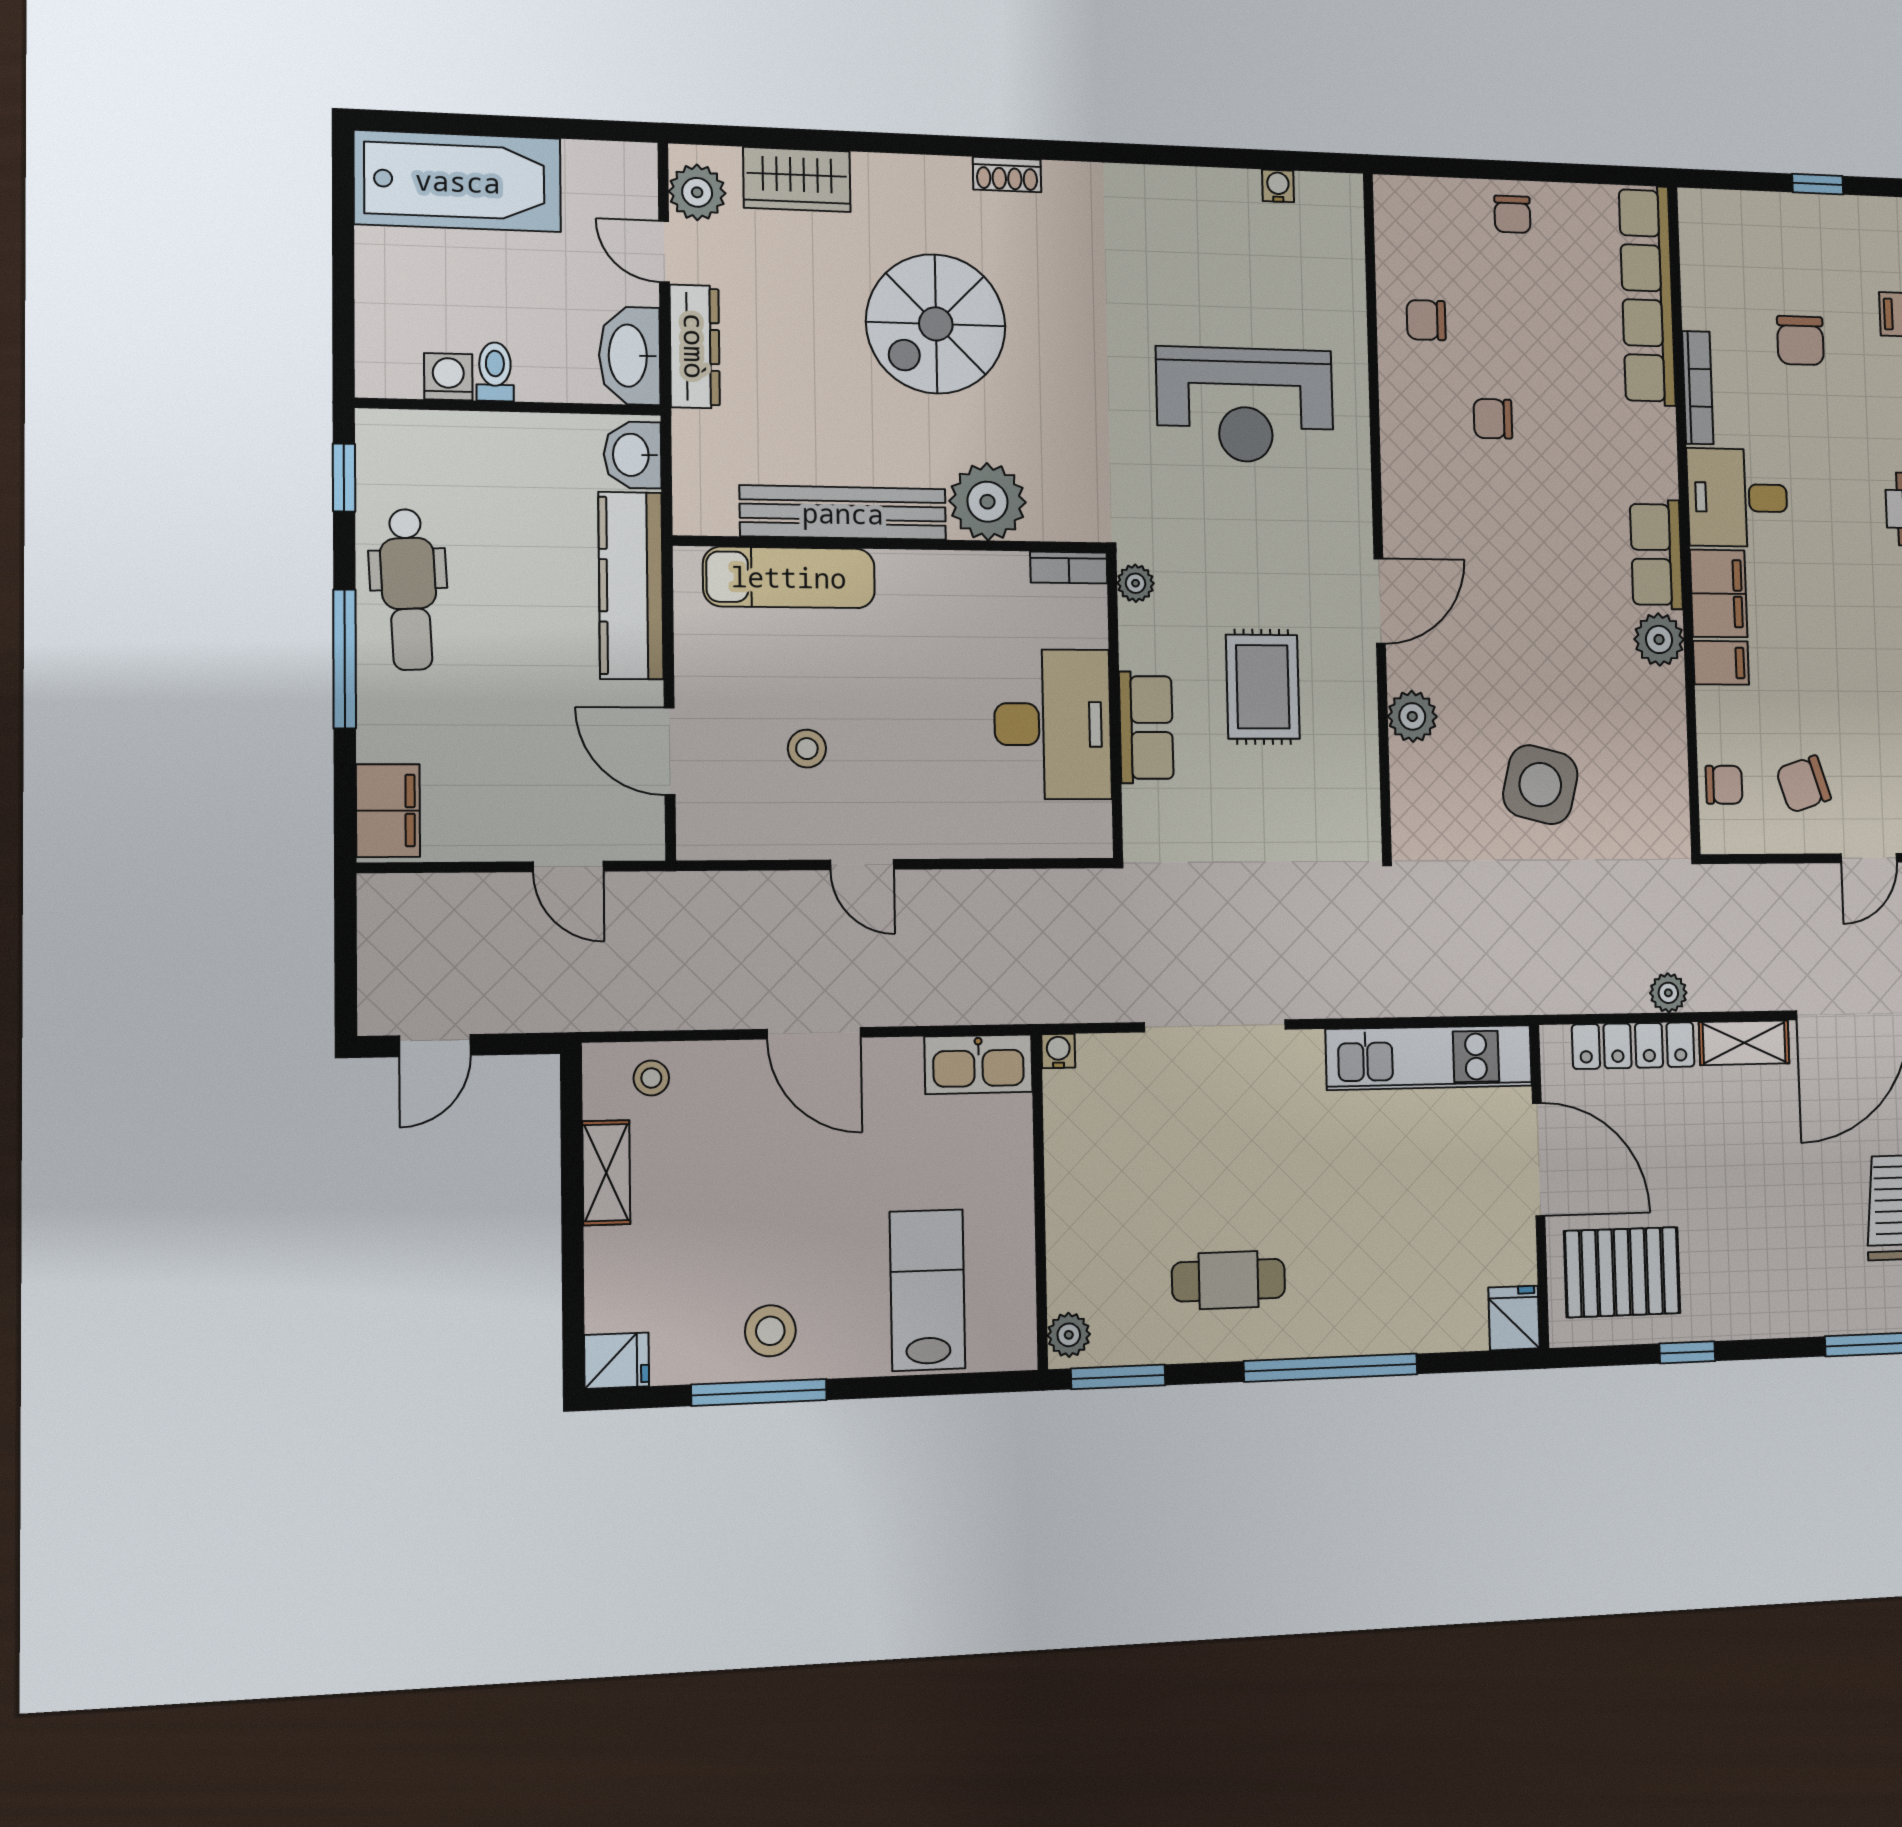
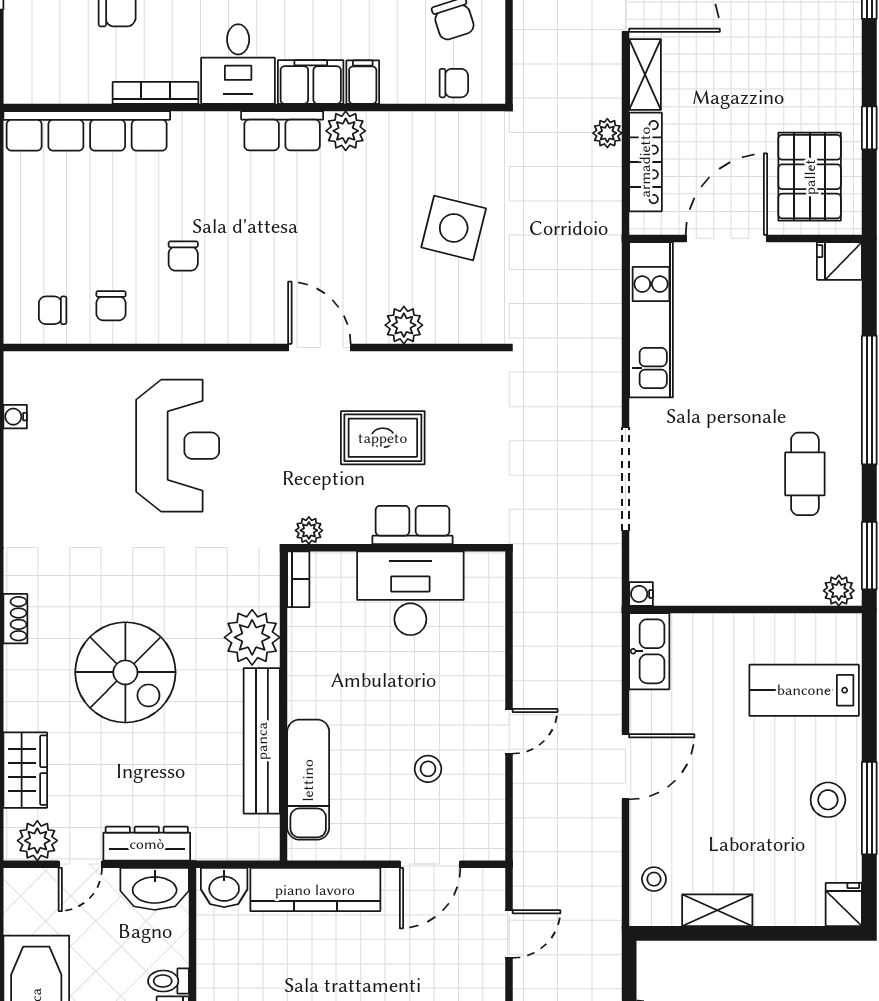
chair: (1512, 214) -> (53, 310), moved, turned 180
chair: (1724, 785) -> (454, 83), turned 90

